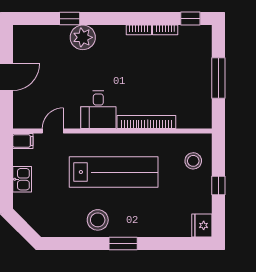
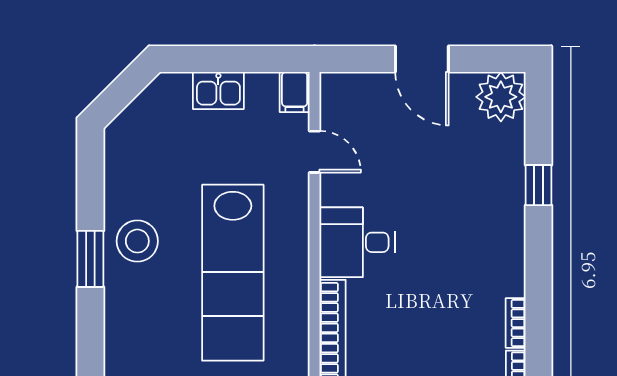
plant: (83, 37) -> (501, 97), moved
window: (123, 244) -> (90, 259), moved

